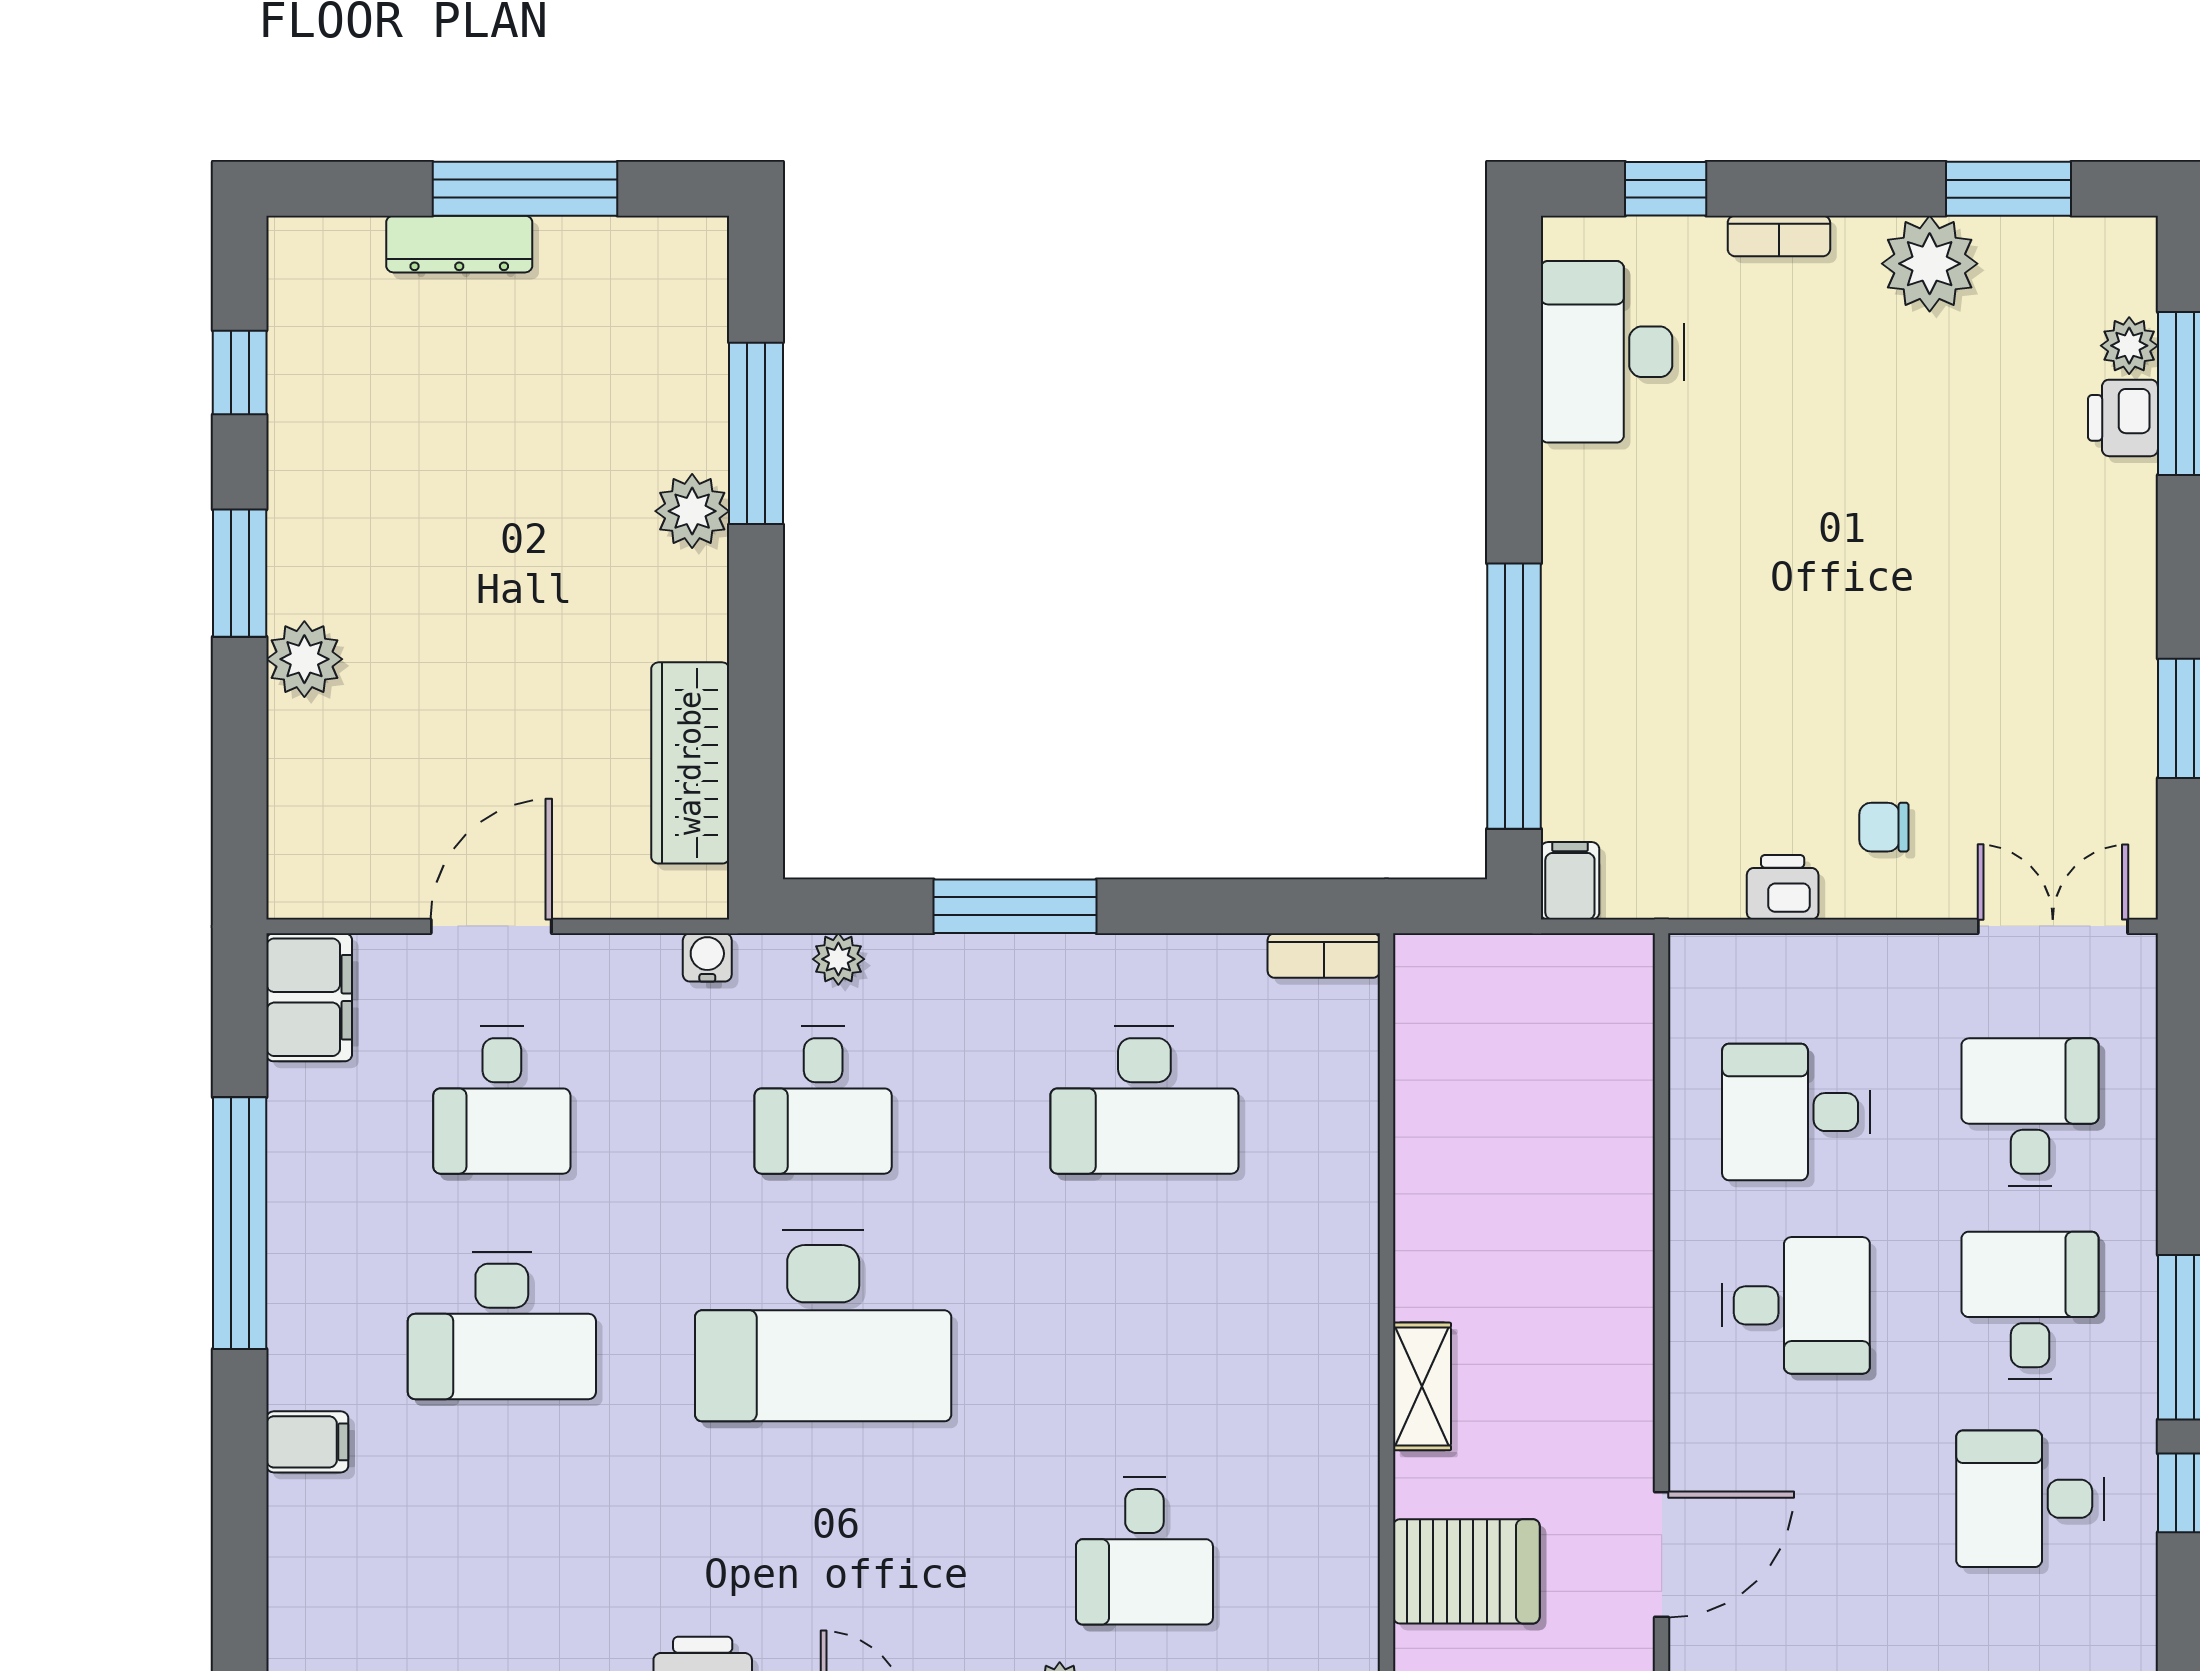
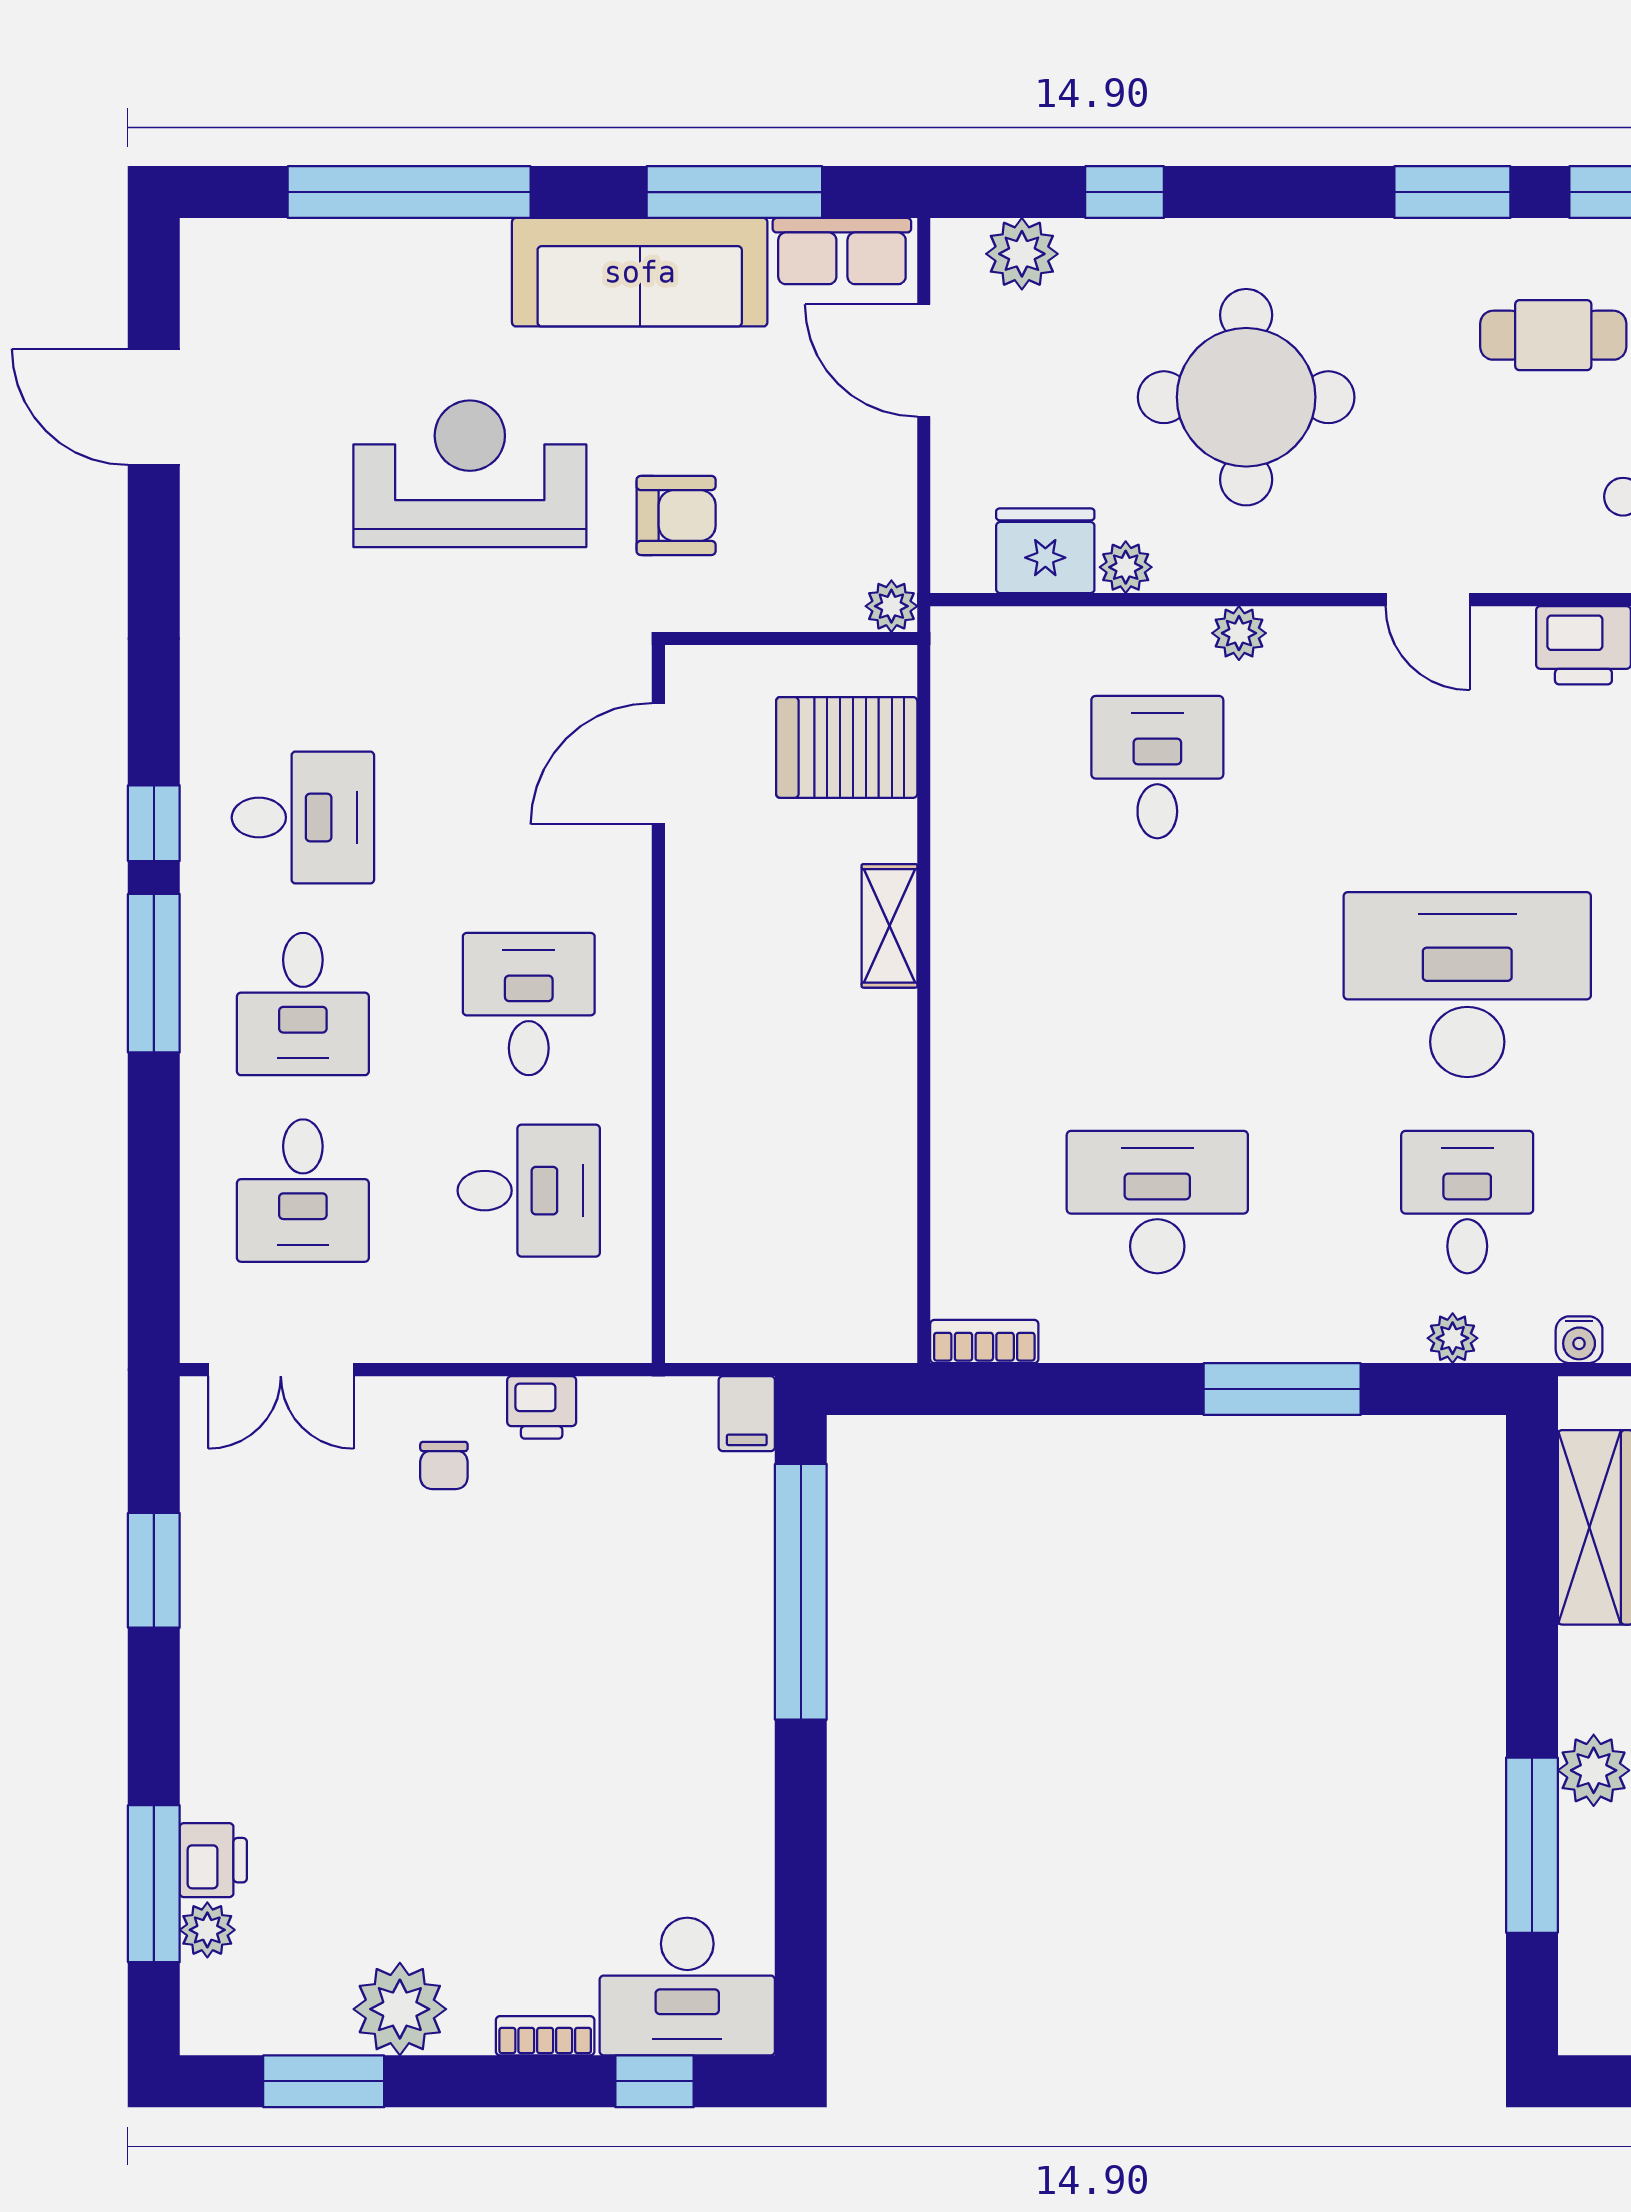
desk: (1612, 352) -> (687, 1987), moved, turned 90
chair: (1884, 827) -> (444, 1465), turned 90
desk: (1796, 1305) -> (529, 1004), turned 90

